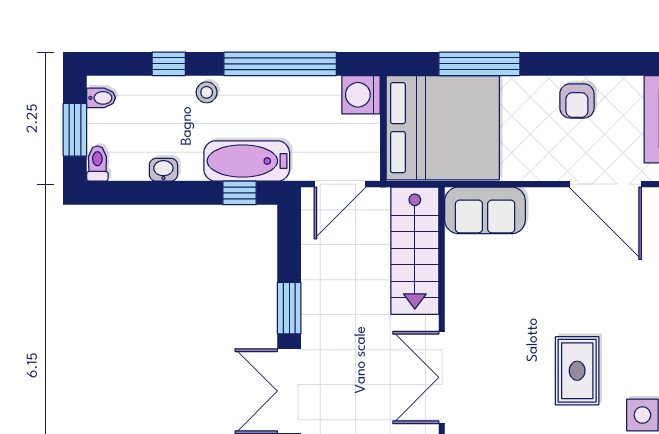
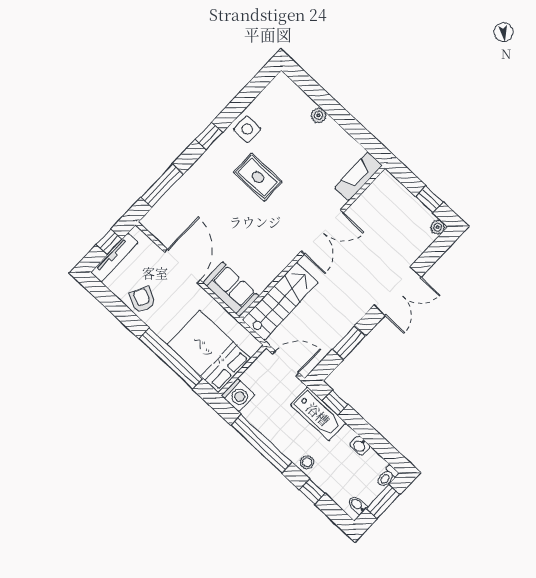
window: (479, 64) -> (171, 358), width x1.46
armchair: (577, 101) -> (142, 300), turned -65
bed: (443, 128) -> (209, 351), width x0.73
door: (605, 184) -> (182, 266), moved
window: (289, 308) -> (349, 343), moved
rug: (577, 371) -> (258, 177), turned 90

